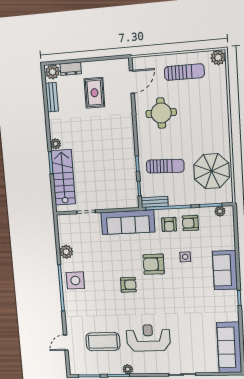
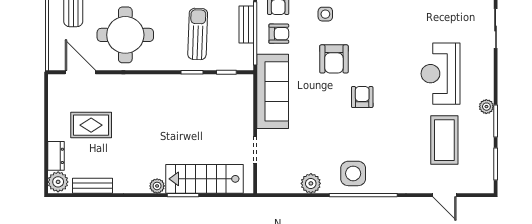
round table: (161, 113) -> (125, 35), width x1.36, depth x1.36
bench: (155, 202) -> (246, 25), moved

